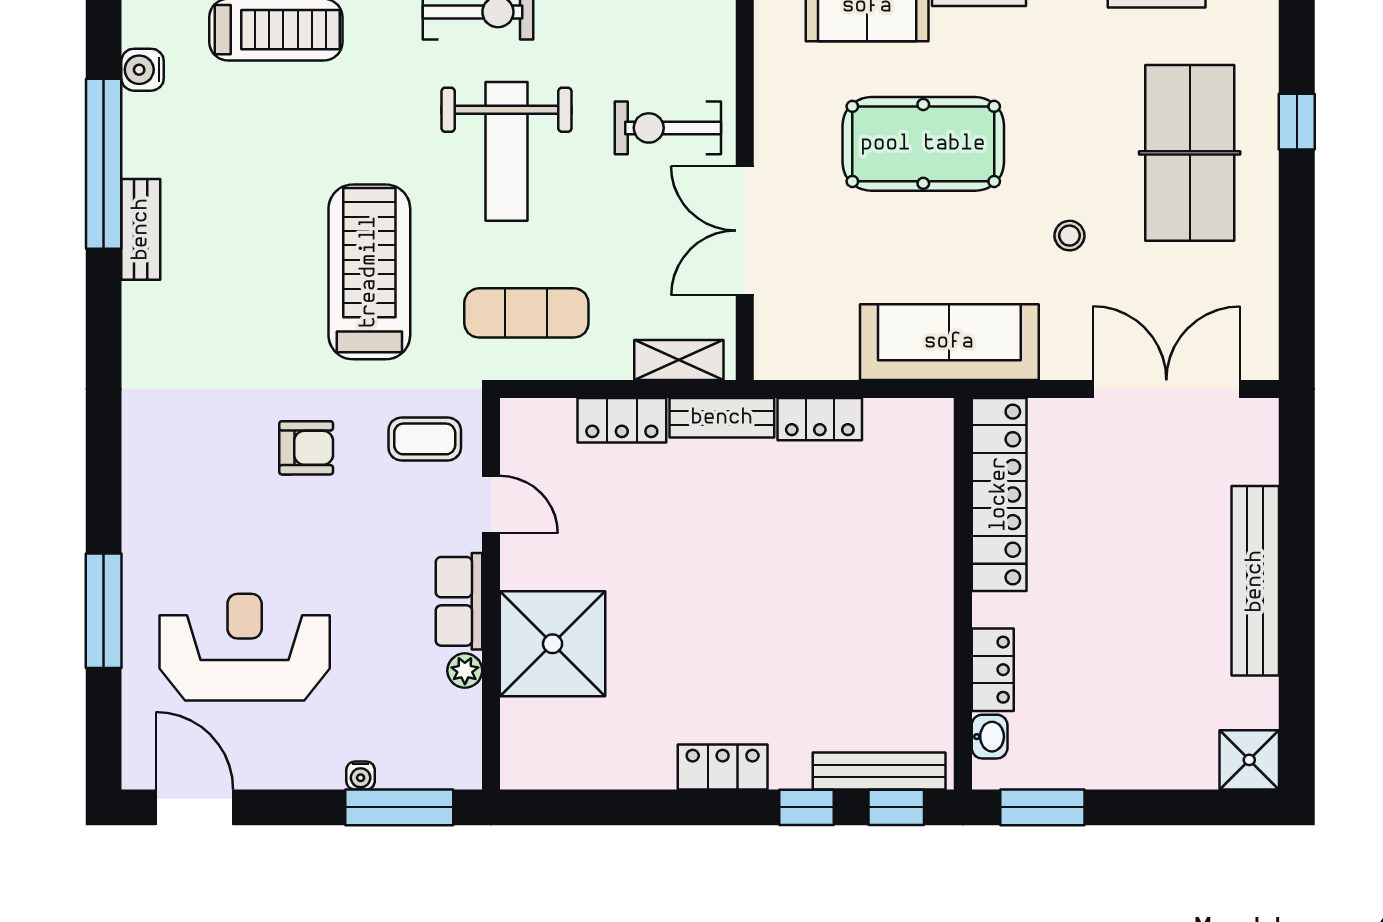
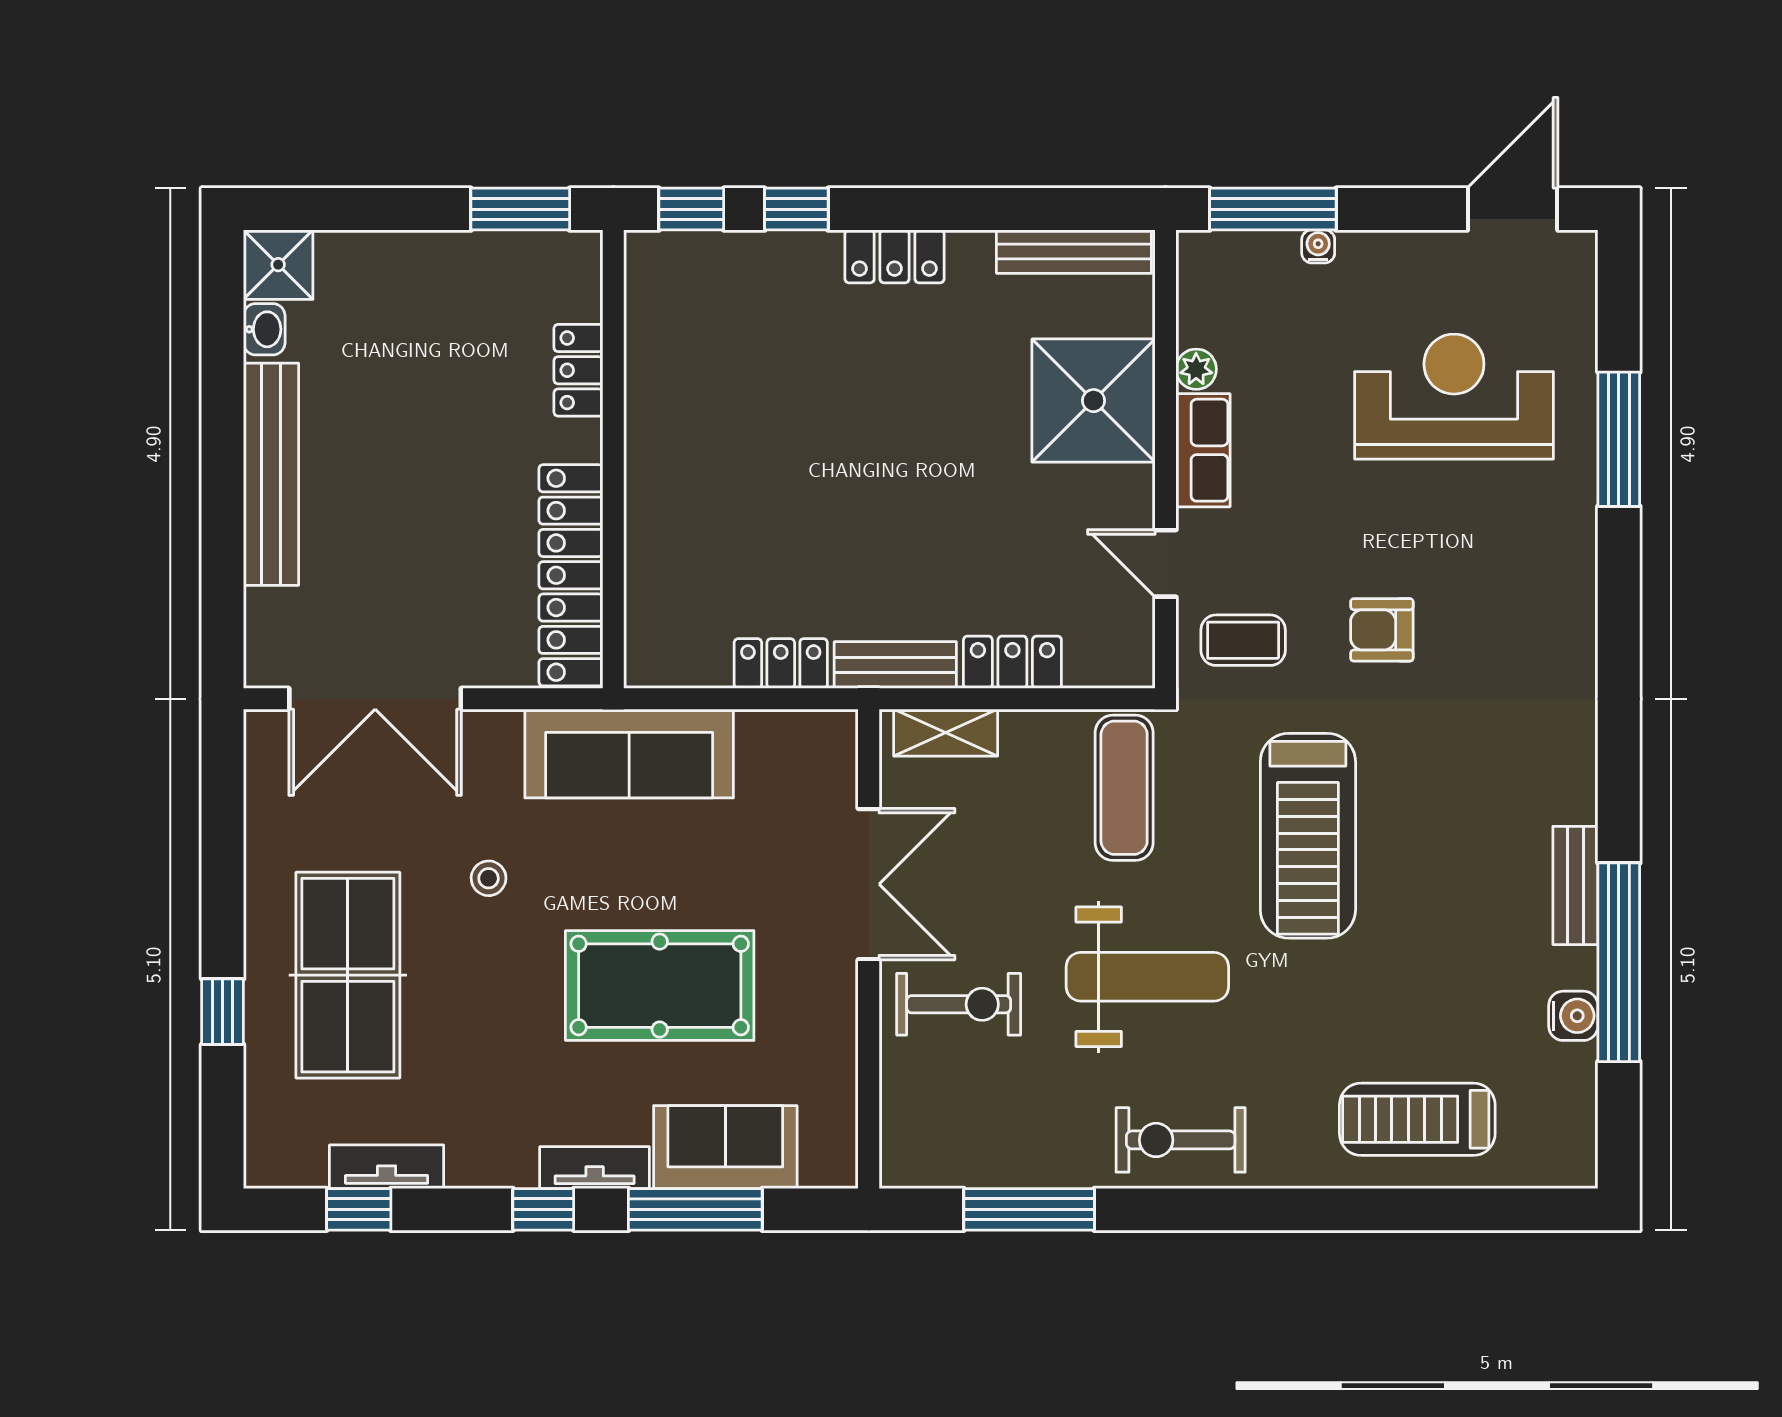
water cooler: (143, 70) -> (1573, 1016), moved
weight bench: (506, 151) -> (1147, 977), turned 90
exercise mat: (526, 313) -> (1124, 788), turned 90
reception desk: (245, 647) -> (1454, 397), turned 180
washbasin: (990, 737) -> (264, 329), moved, turned 180
bench: (879, 771) -> (1074, 252), moved
door: (194, 807) -> (1513, 209), swing flipped

